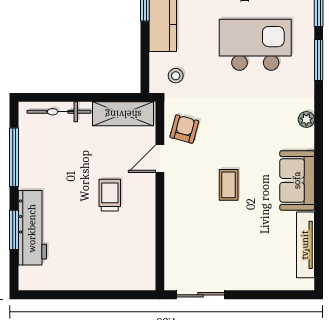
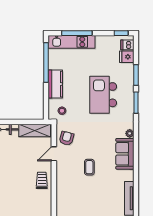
kitchen island: (255, 45) -> (103, 95), turned -90
sofa: (297, 180) -> (125, 154), moved
trolley: (110, 195) -> (42, 180), moved

